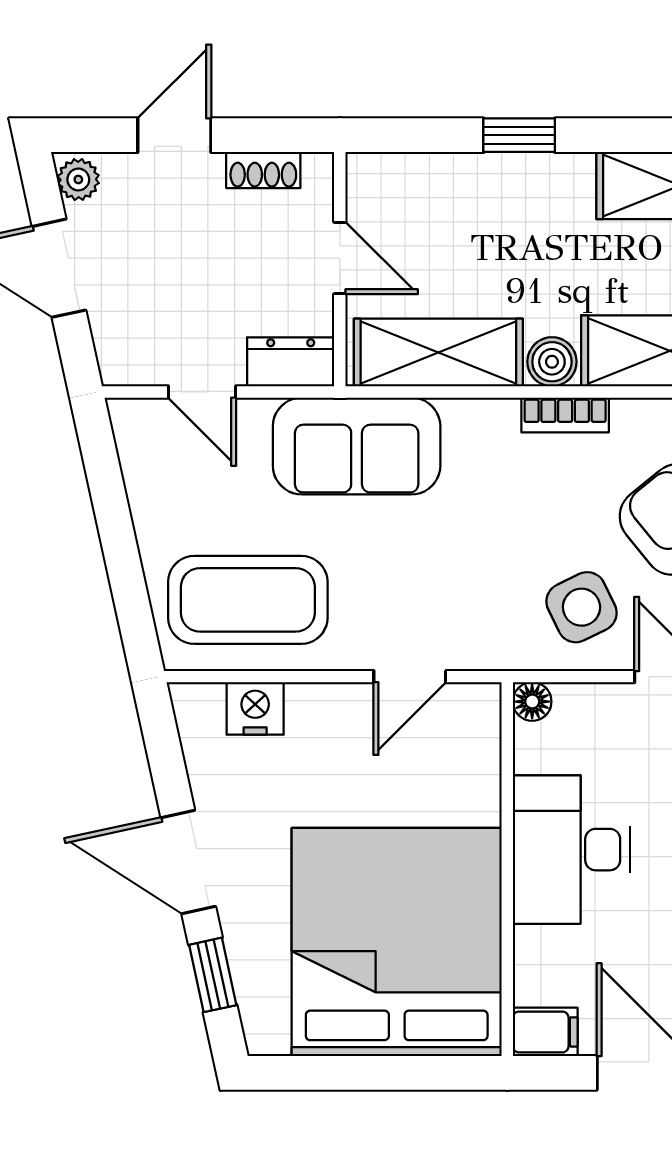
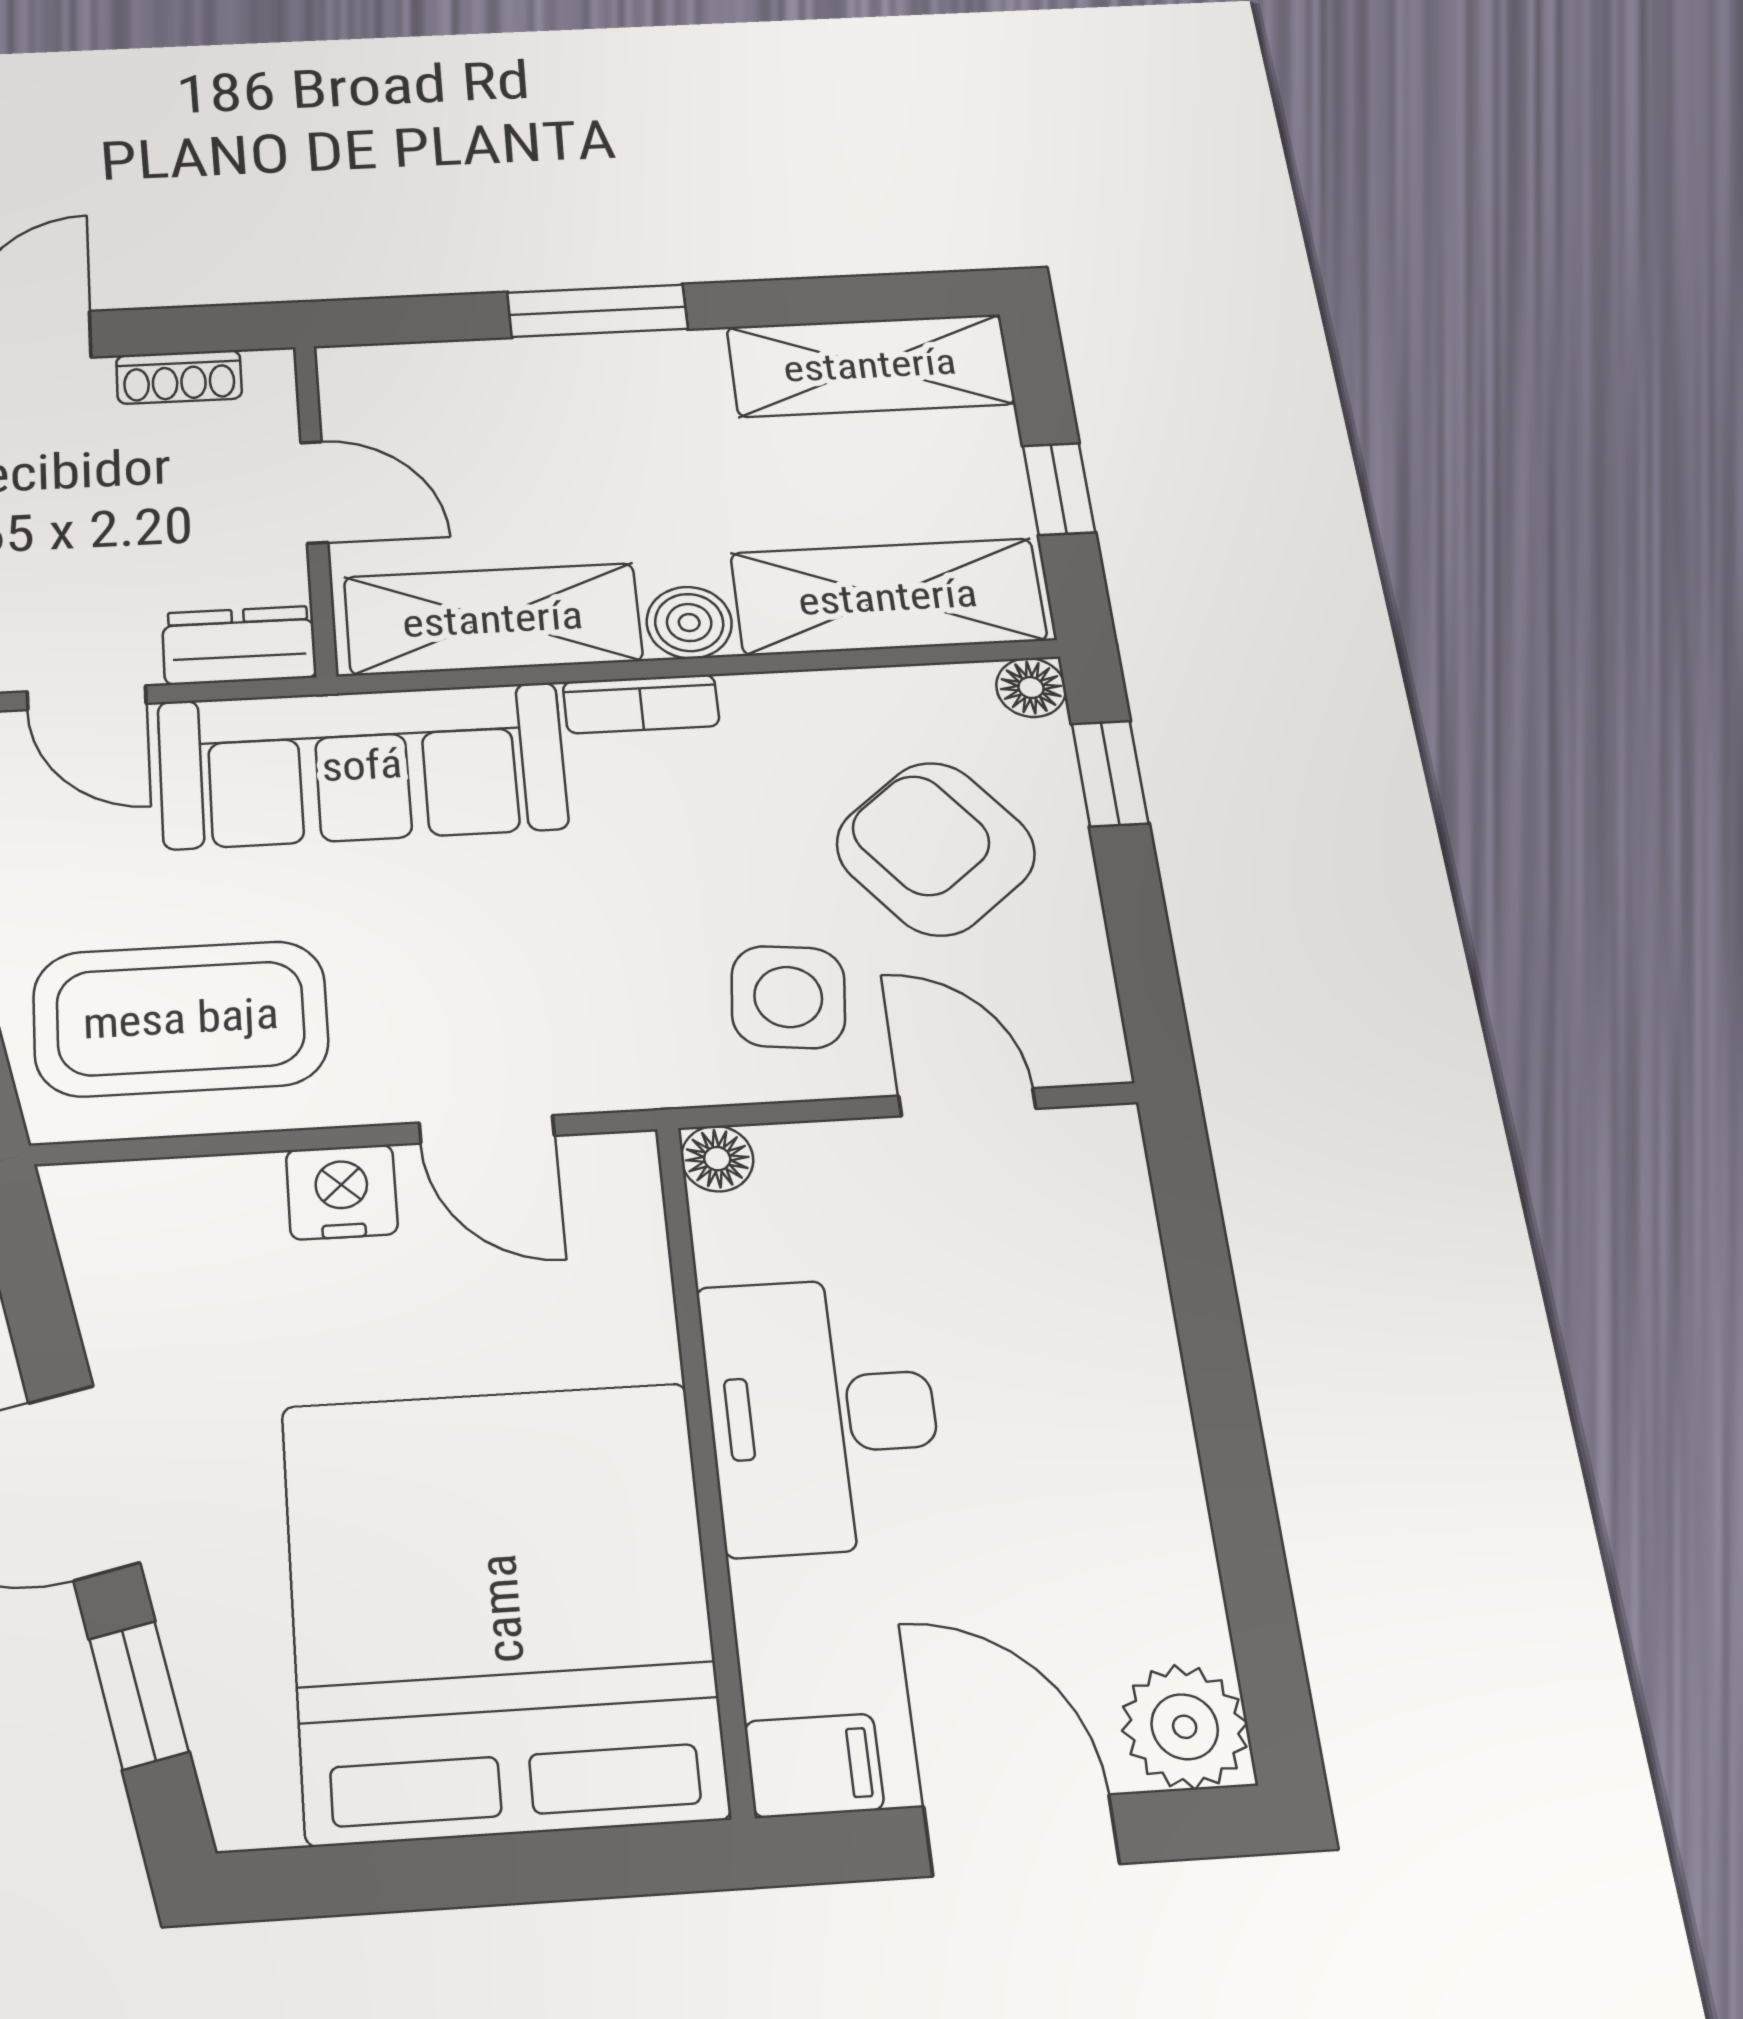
window: (519, 135) -> (597, 311), width x1.50
bookcase: (565, 415) -> (641, 704), moved
sofa: (357, 446) -> (362, 765), width x1.36
side table: (582, 607) -> (788, 997), turned 32
door: (410, 677) -> (487, 1129), hinge flipped
nightstand: (255, 708) -> (342, 1192), moved

